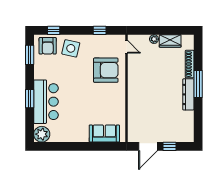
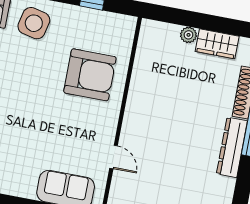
door: (127, 47) -> (114, 157), moved

